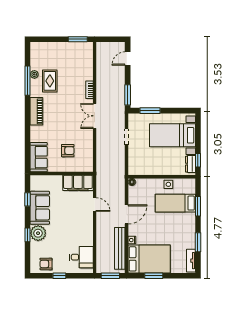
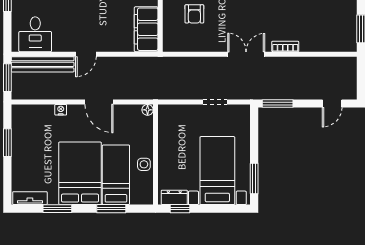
door: (128, 58) -> (332, 104), swing flipped
window: (150, 111) -> (254, 178), moved
door: (95, 205) -> (86, 54), moved
bench: (120, 248) -> (43, 64), moved
bed: (149, 259) -> (80, 173), moved, turned 180

